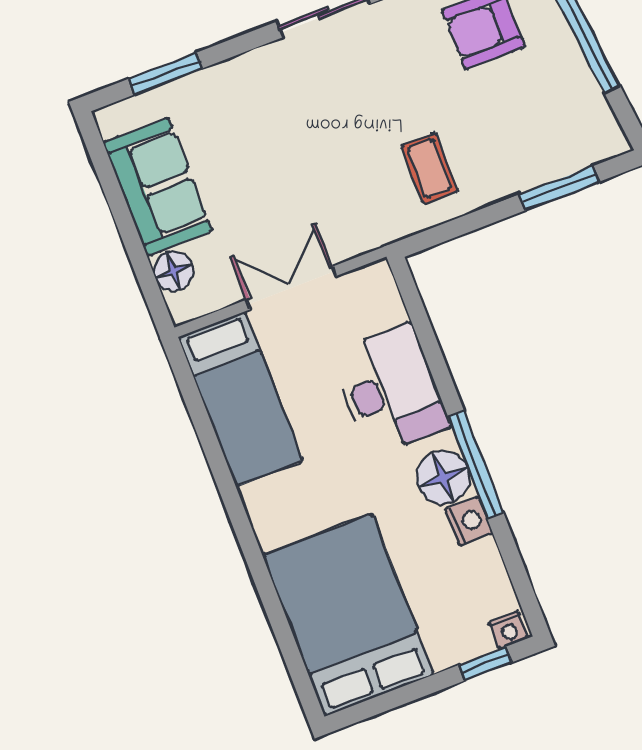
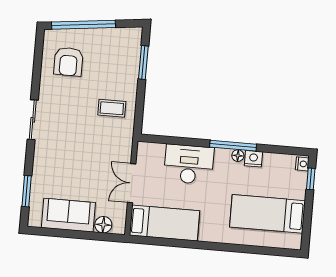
floor lamp: (443, 478) -> (238, 156), width x0.53, depth x0.53
bed: (349, 615) -> (268, 214), width x0.67

